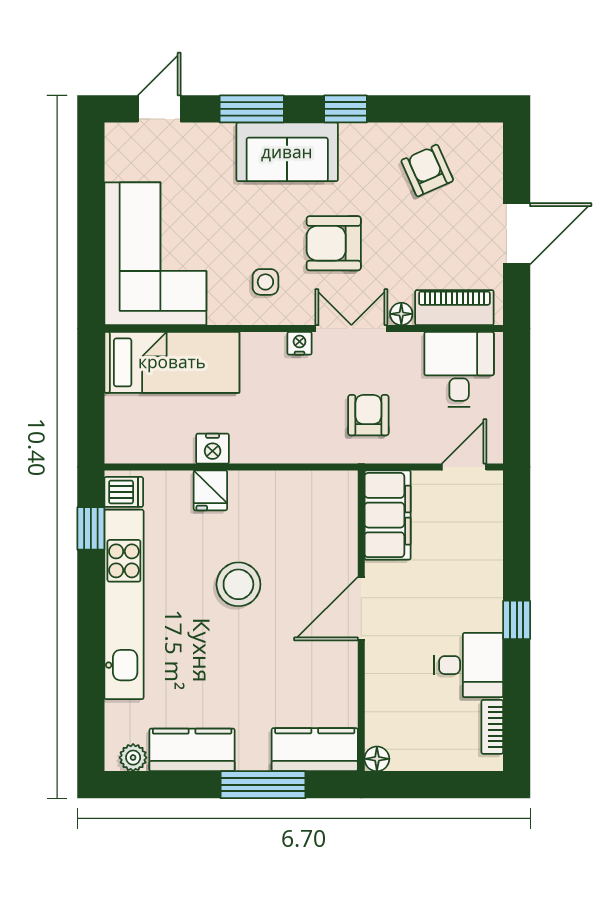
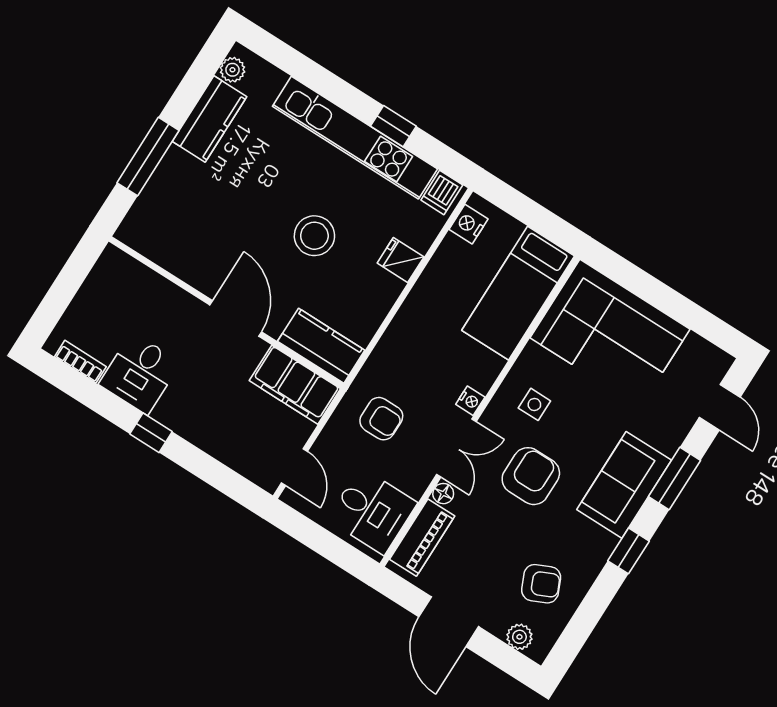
plant: (489, 159) -> (519, 637), added
nightstand: (213, 449) -> (469, 224), moved
window: (91, 528) -> (393, 126), moved
kitchen counter: (315, 750) -> (321, 346), moved, turned -90
floor lamp: (377, 759) -> (112, 257), removed

